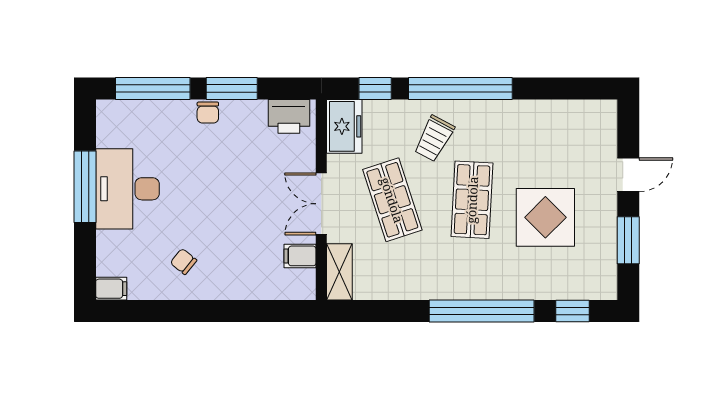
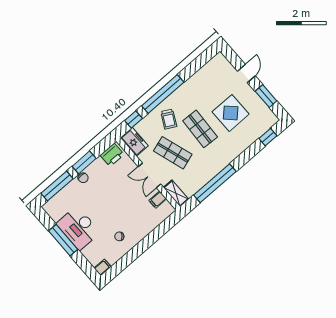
window: (482, 311) -> (215, 183), moved

